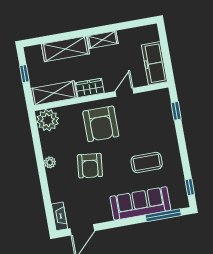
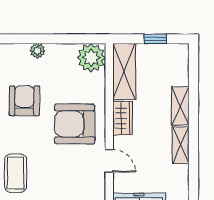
shelving: (65, 49) -> (180, 106), width x0.67, depth x0.75
armchair: (90, 166) -> (24, 101), turned 84

